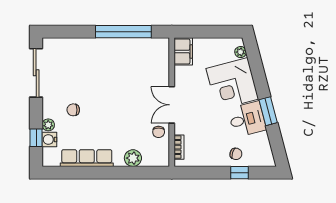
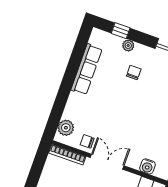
water cooler: (49, 140) -> (147, 166), moved, turned 180
bookcase: (179, 147) -> (67, 155), width x1.56
plant: (133, 158) -> (66, 128), moved

